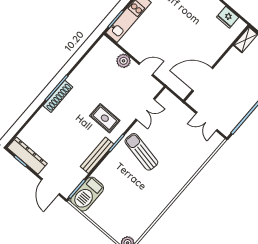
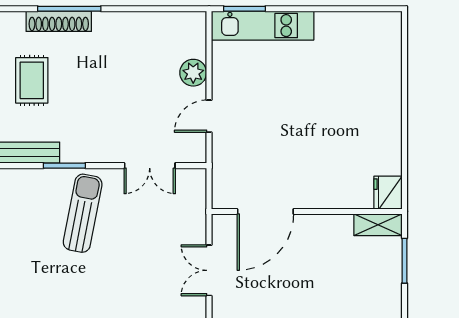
fridge: (228, 17) -> (388, 193), moved
door: (146, 69) -> (209, 116), swing flipped
door: (202, 79) -> (265, 211), swing flipped
rug: (105, 118) -> (32, 80), moved

